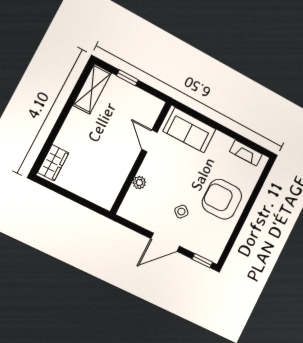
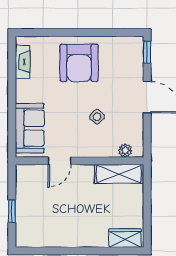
shelving: (92, 89) -> (119, 174), moved
plant: (139, 183) -> (125, 150), moved
side table: (181, 212) -> (97, 117), moved

